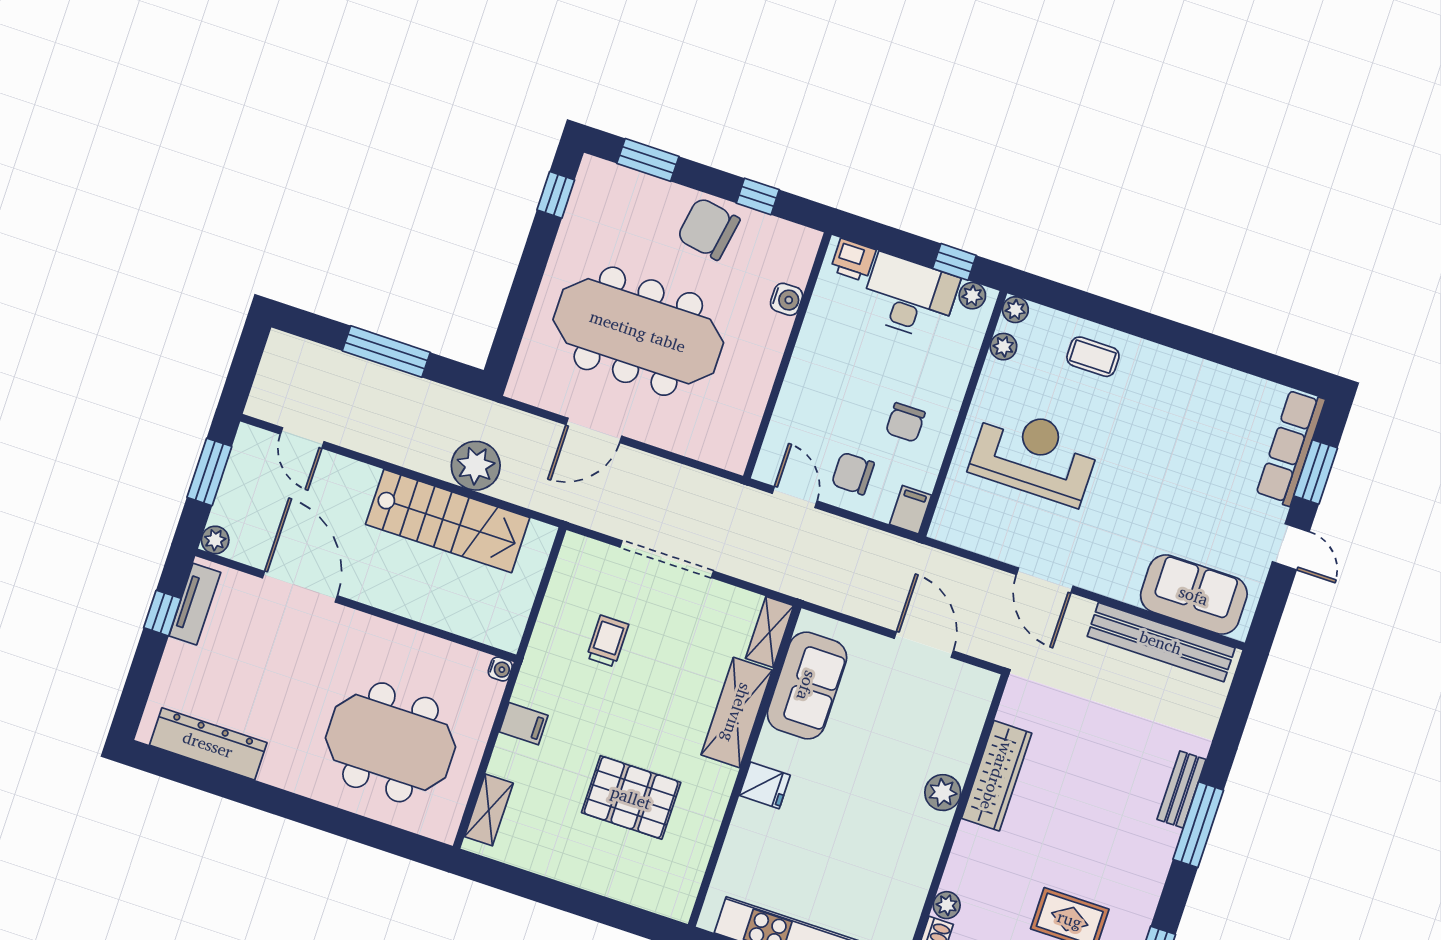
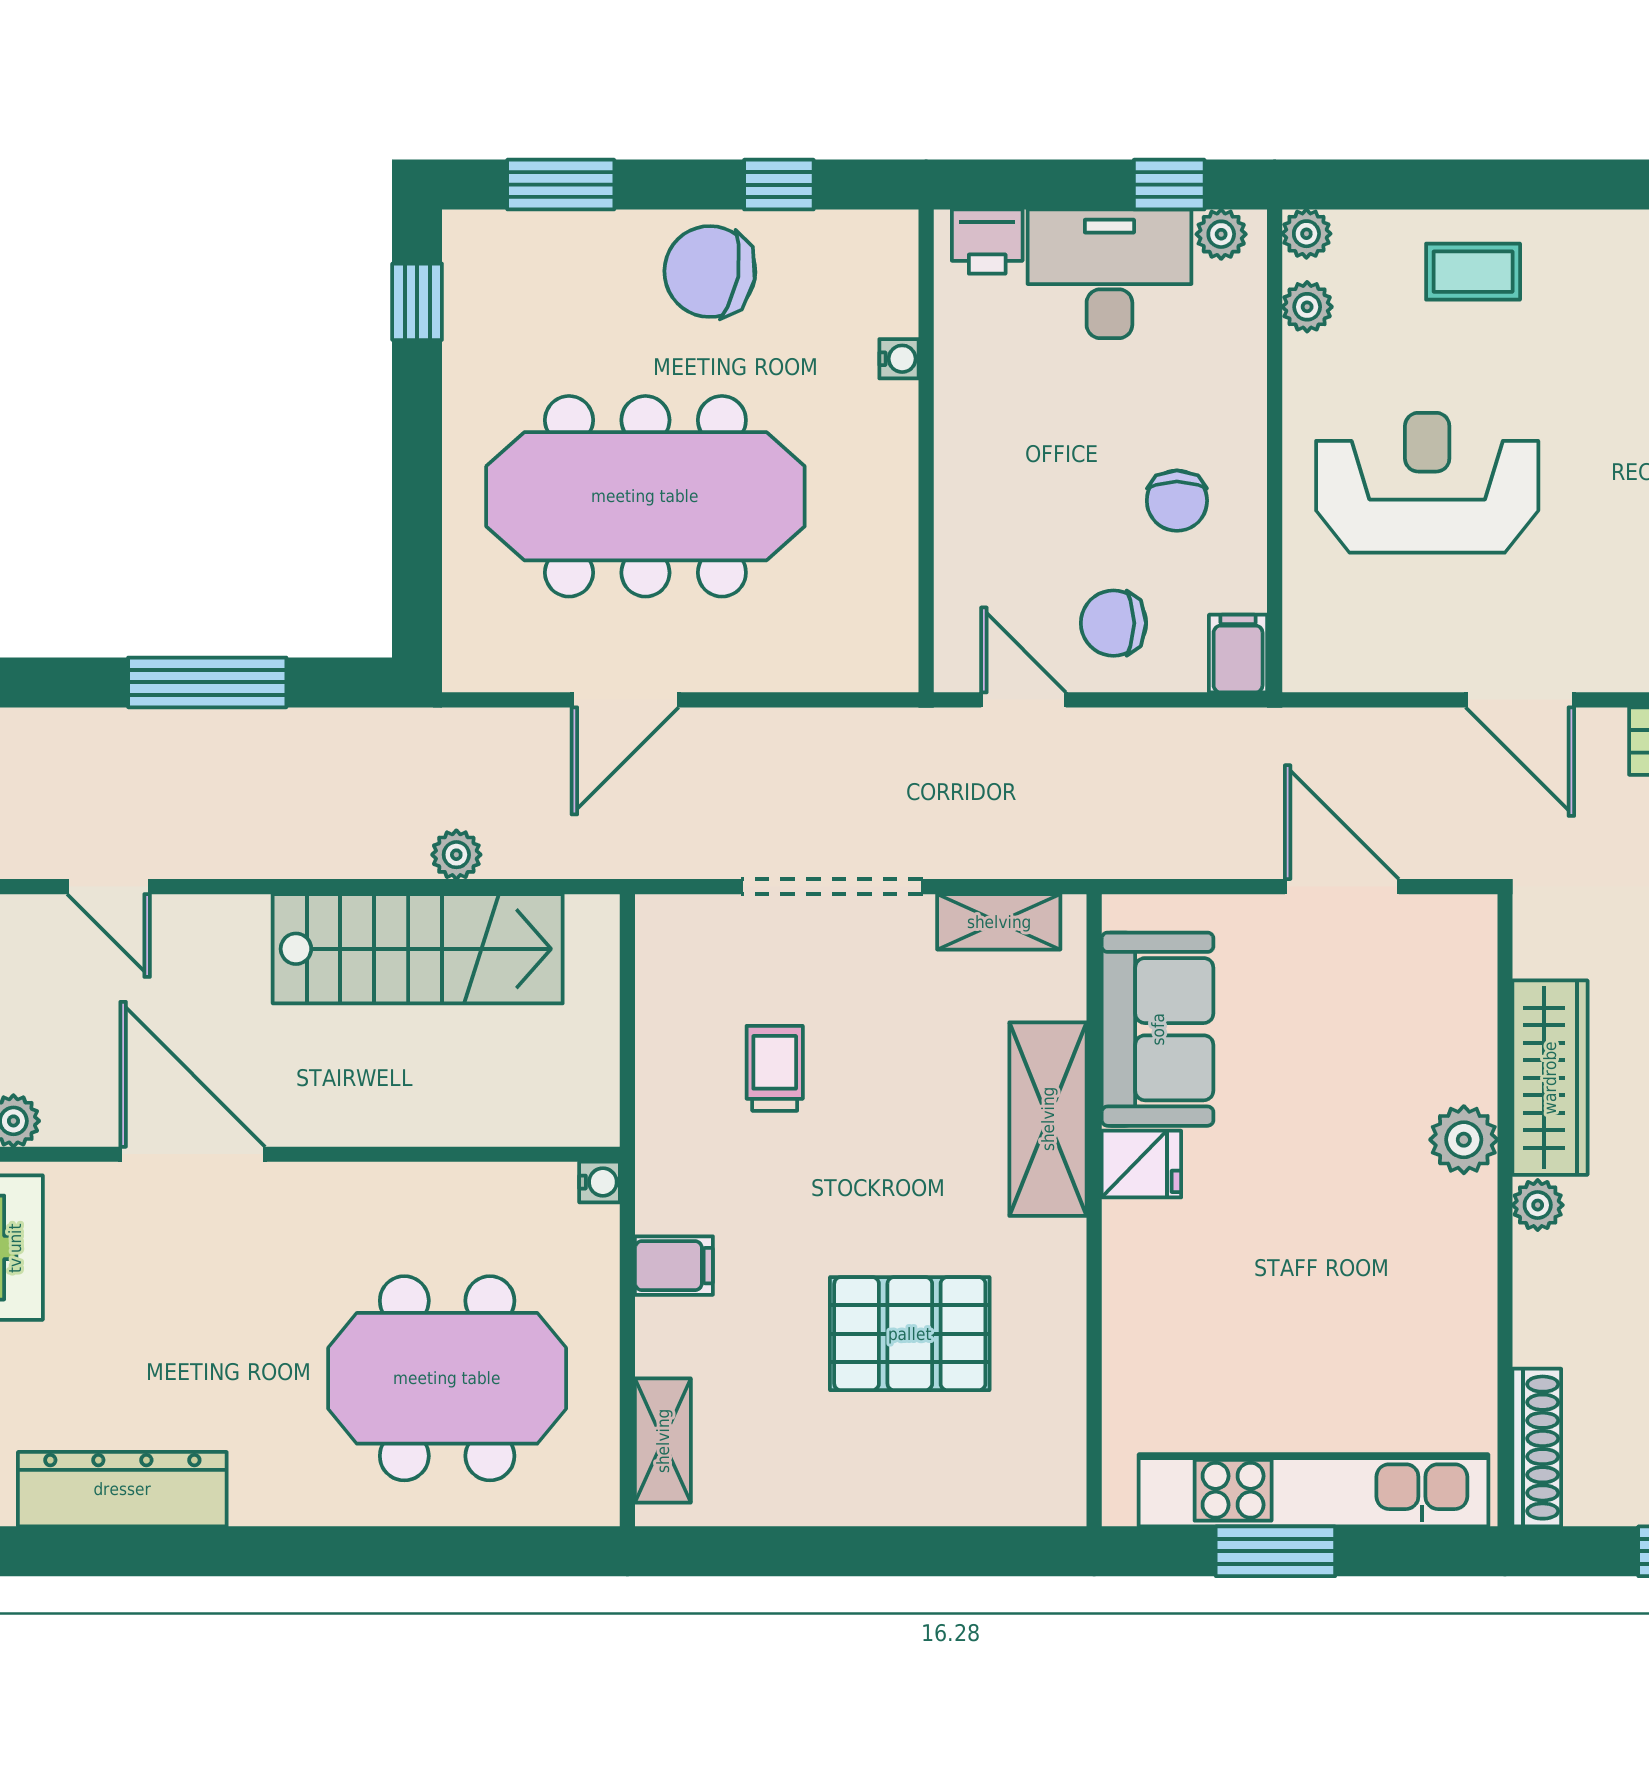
water cooler: (787, 299) -> (899, 359), width x0.72, depth x0.72
plant: (476, 466) -> (456, 855), width x0.53, depth x0.53
shelving: (770, 632) -> (999, 922), moved, turned 90
fridge: (765, 785) -> (1141, 1164), moved
plant: (947, 905) -> (1538, 1205), moved

